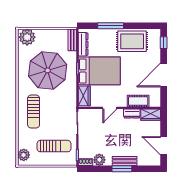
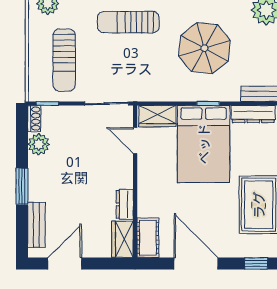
parasol: (48, 70) -> (204, 48), width x0.73, depth x0.73
cot: (138, 101) -> (148, 238), moved
door: (110, 108) -> (135, 140), moved
bench: (125, 161) -> (36, 225), moved

